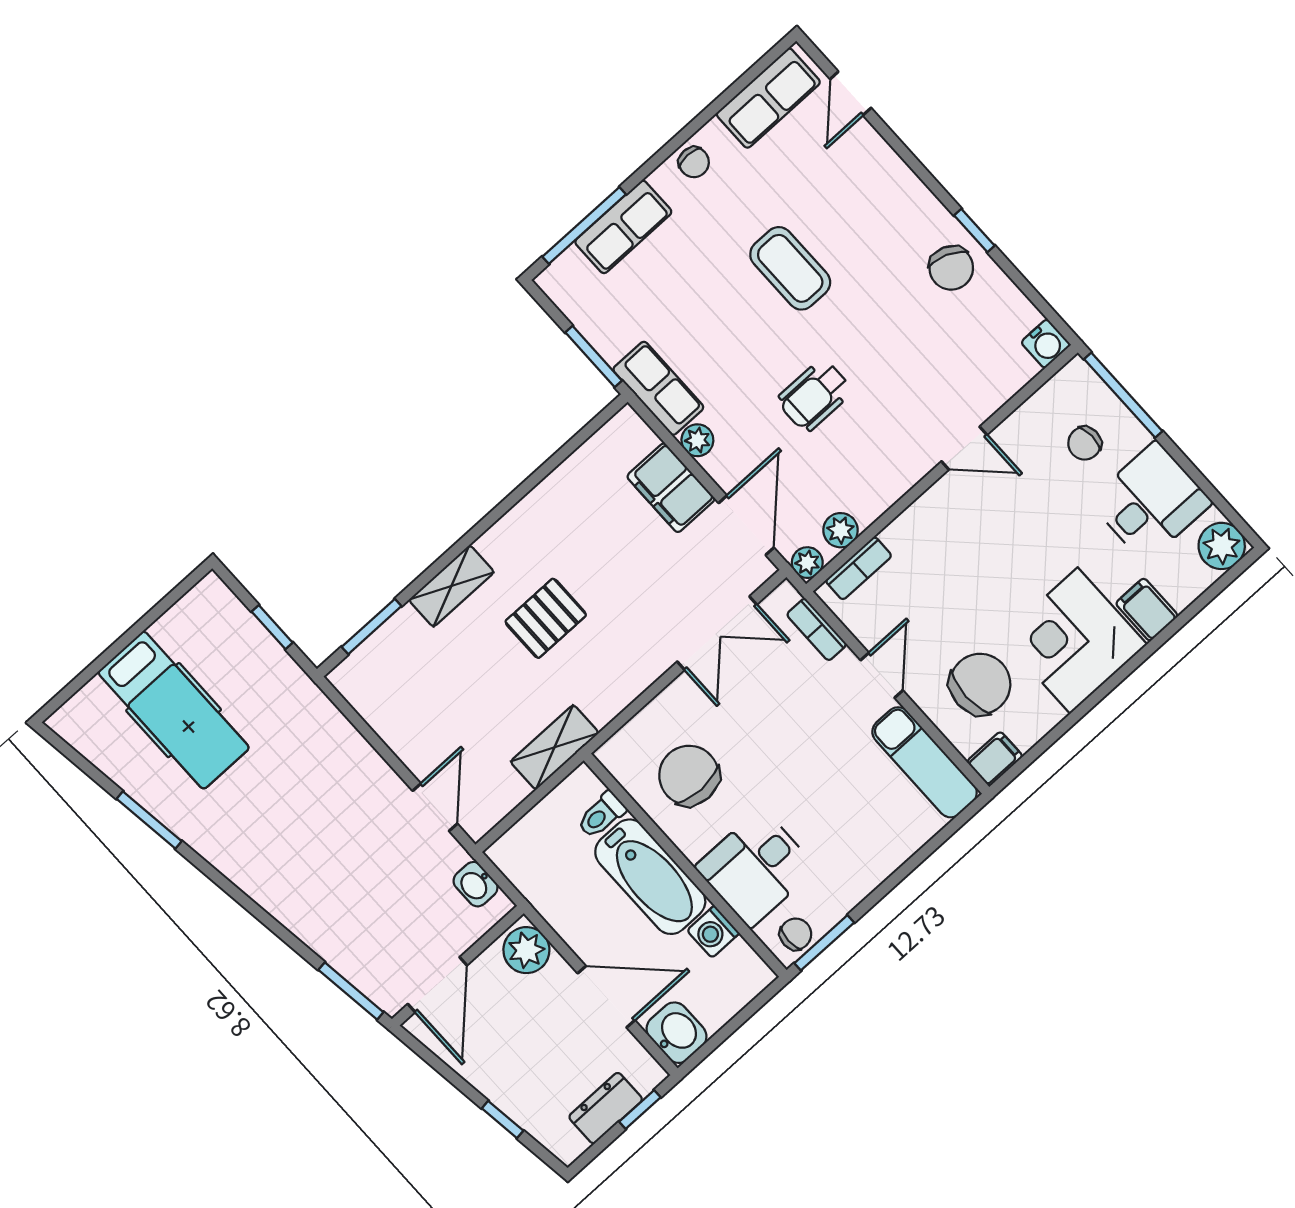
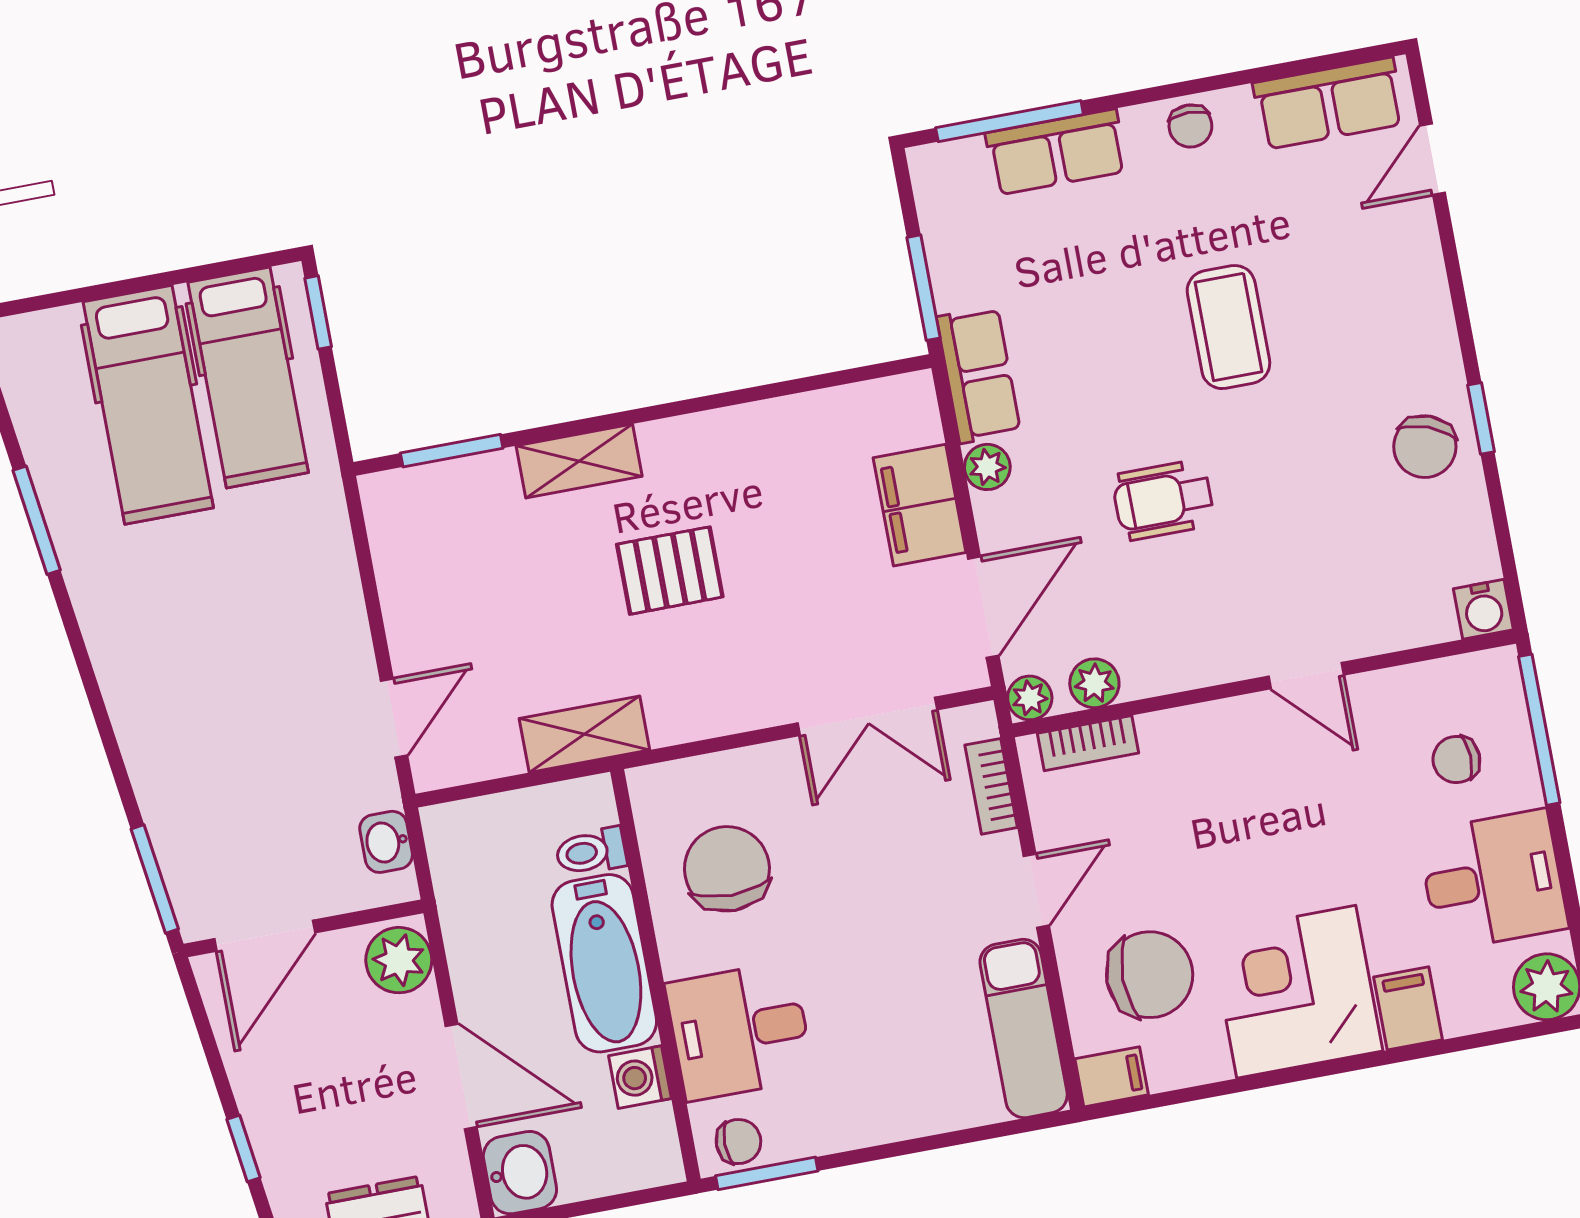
window: (272, 627) -> (318, 312), moved
hospital bed: (223, 657) -> (248, 377), added

